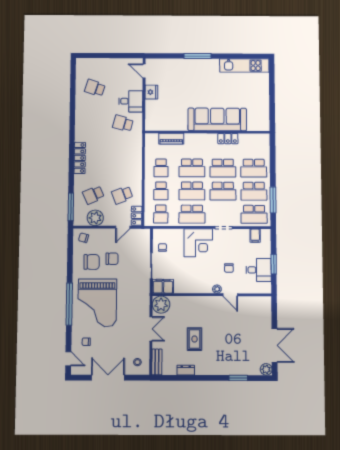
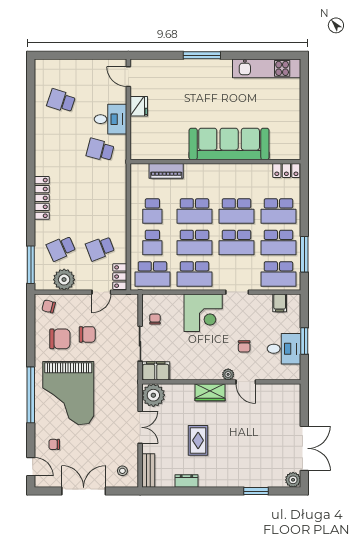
locker: (228, 139) -> (286, 170), moved
school desk: (161, 214) -> (152, 274), width x1.85
wardrobe: (203, 303) -> (210, 392), added

